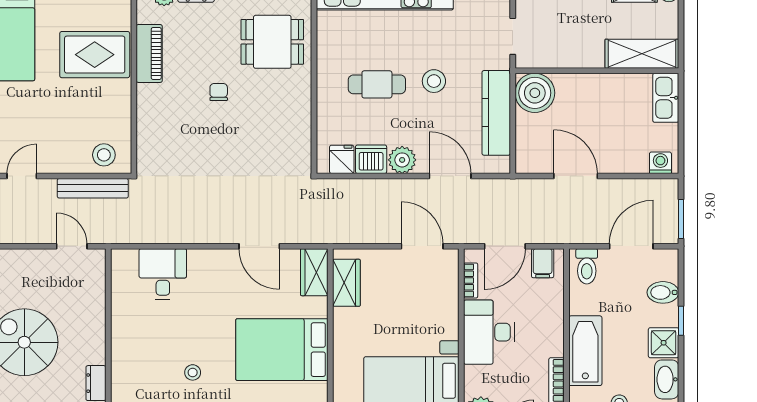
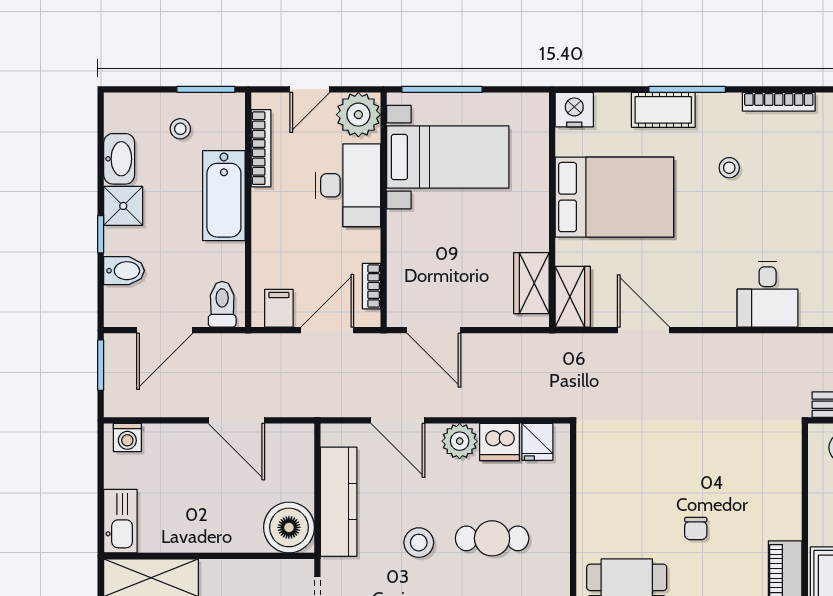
desk: (489, 332) -> (348, 185), moved

